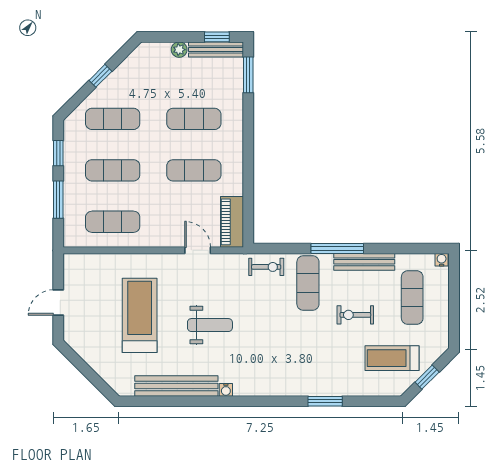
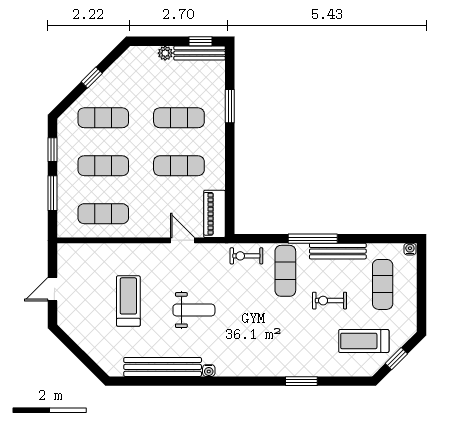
window: (248, 75) -> (230, 106), moved
exercise bike: (266, 267) -> (246, 256), turned 180
treadmill: (140, 315) -> (128, 301), width x0.73, depth x0.73

